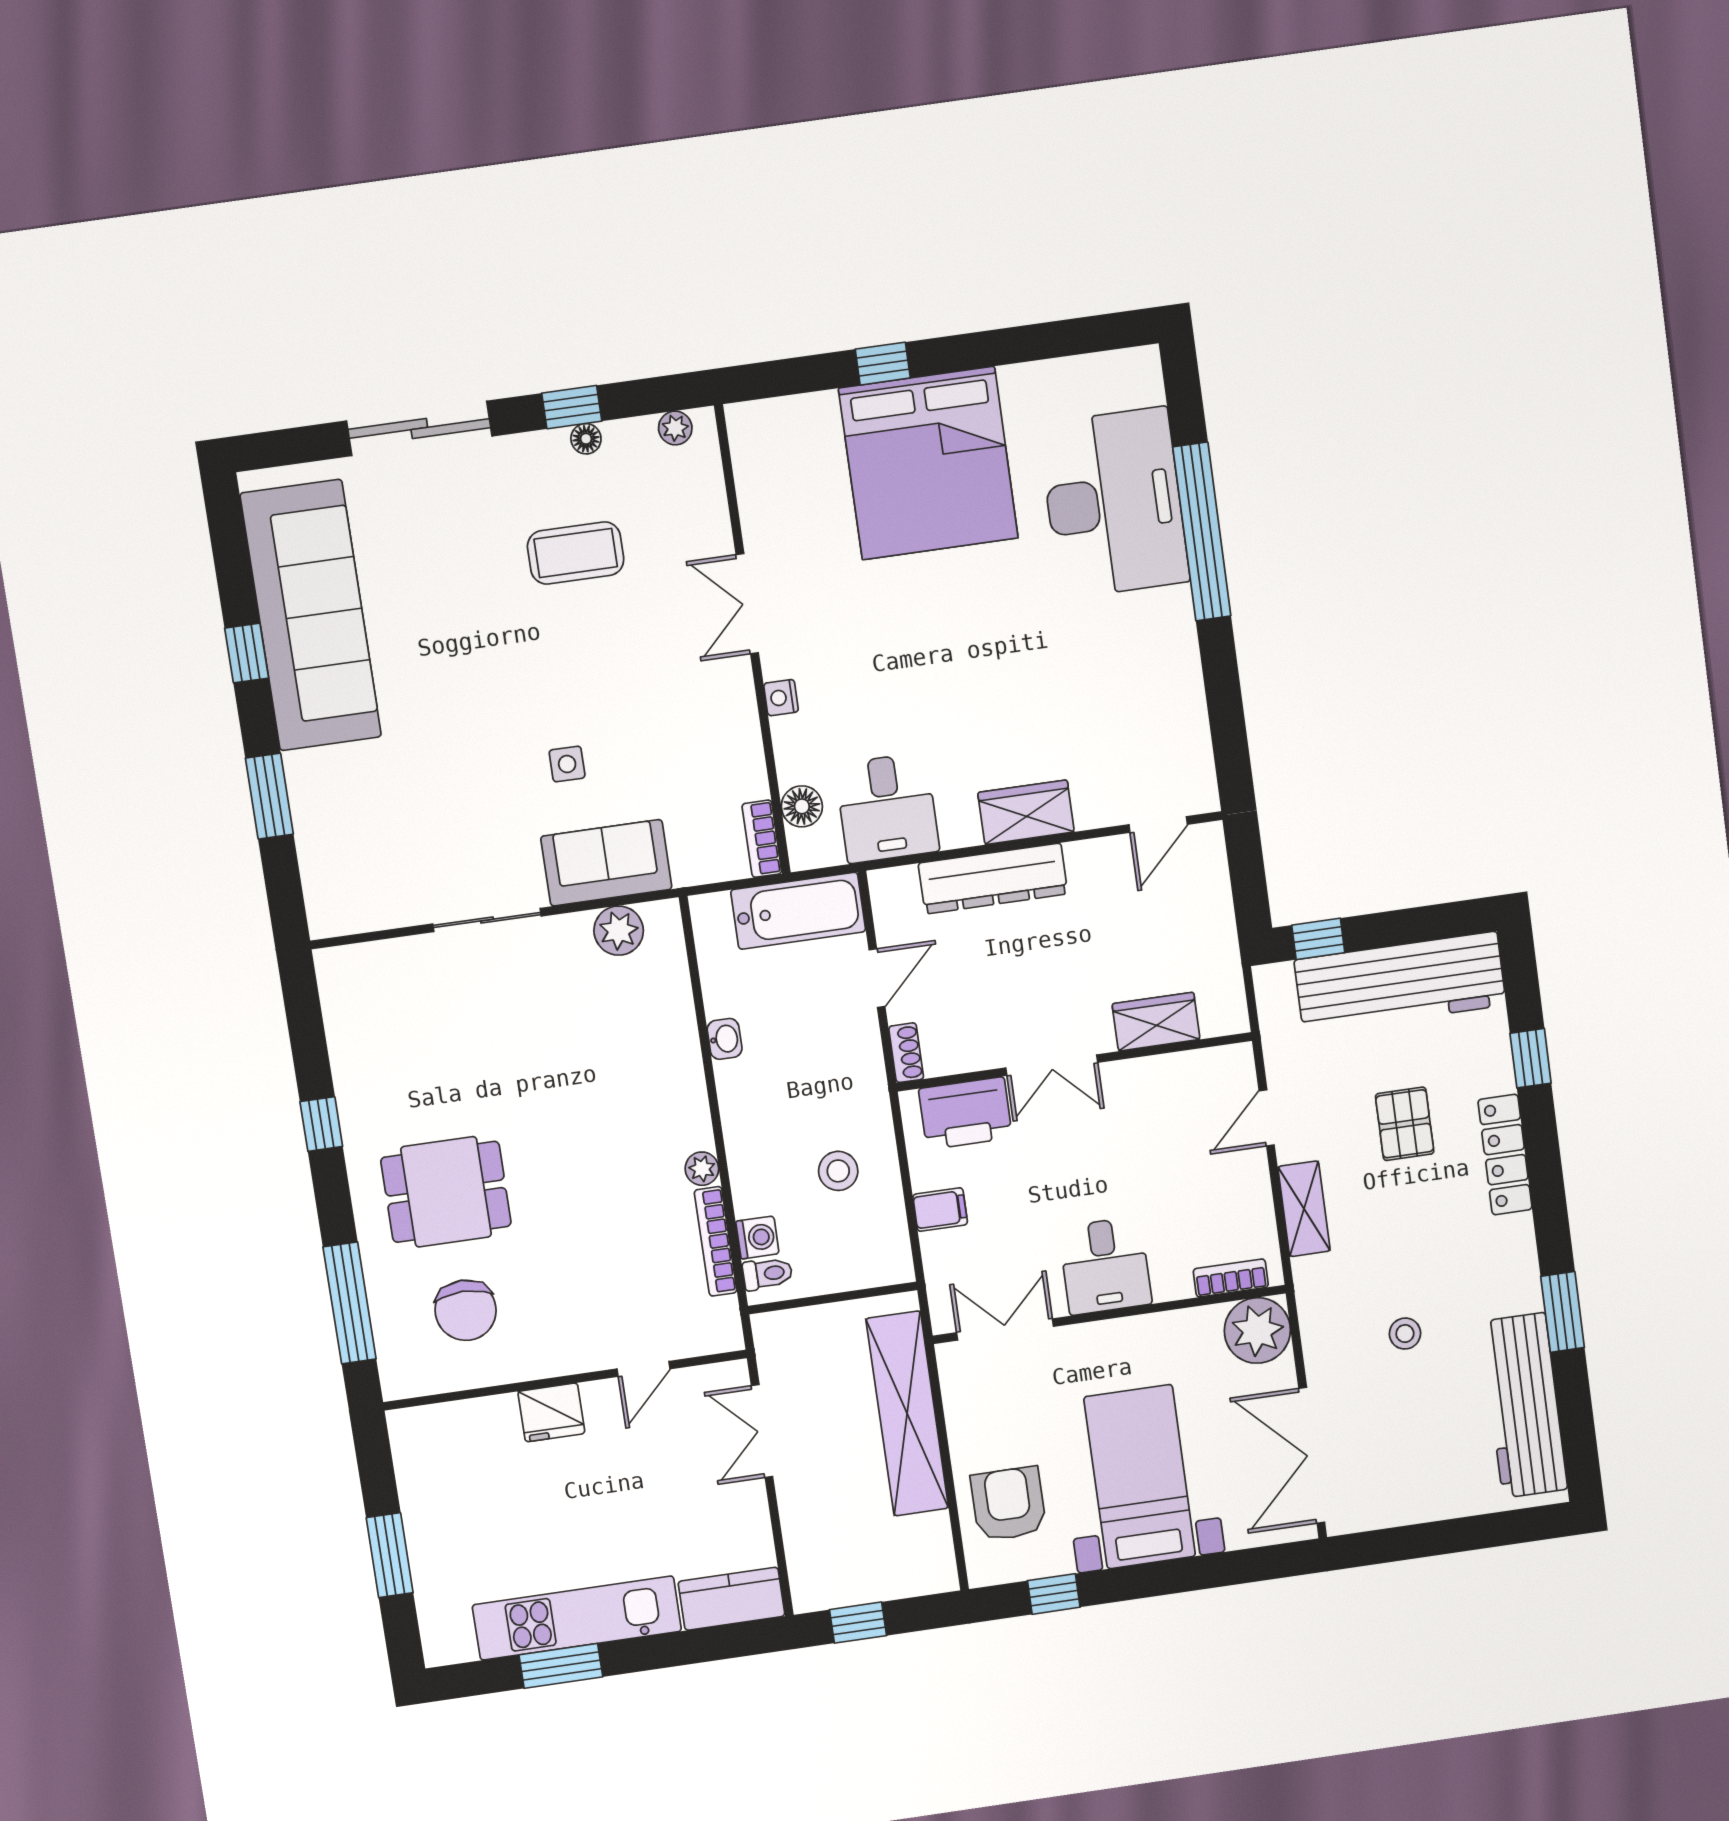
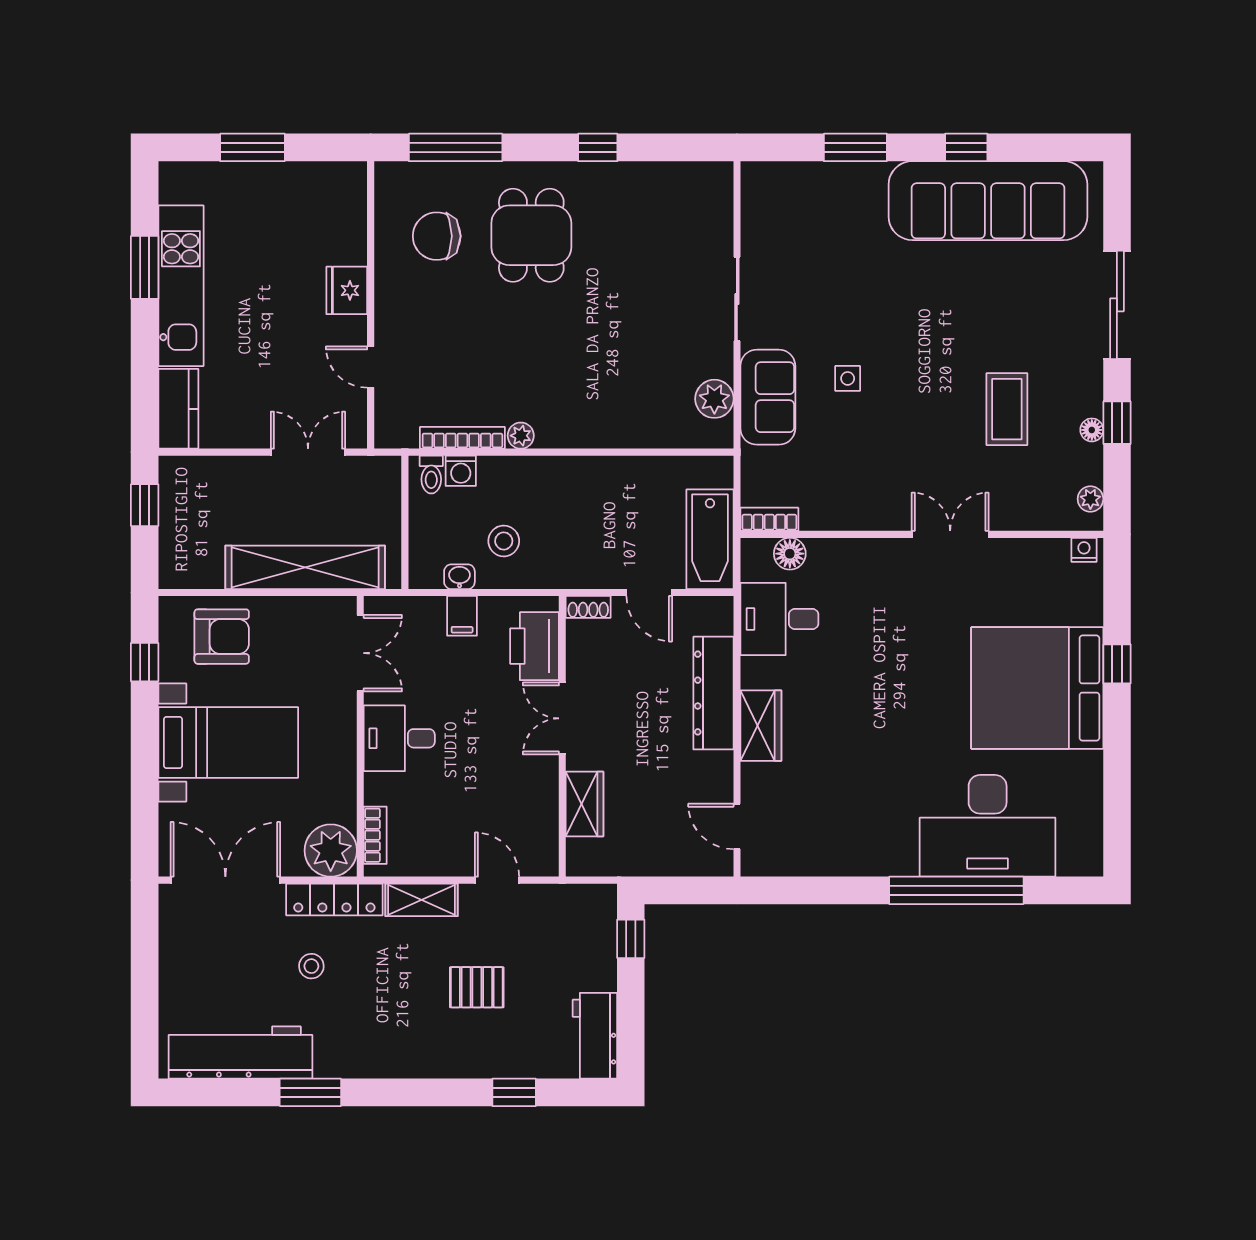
nightstand: (781, 698) -> (1084, 550), moved
workbench: (1400, 983) -> (595, 1036), width x0.53, depth x0.76
washbasin: (725, 1039) -> (459, 577), moved, turned 180
locker: (1505, 1155) -> (334, 900), moved, turned 180

